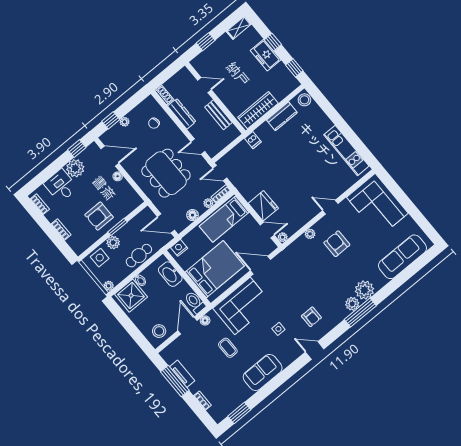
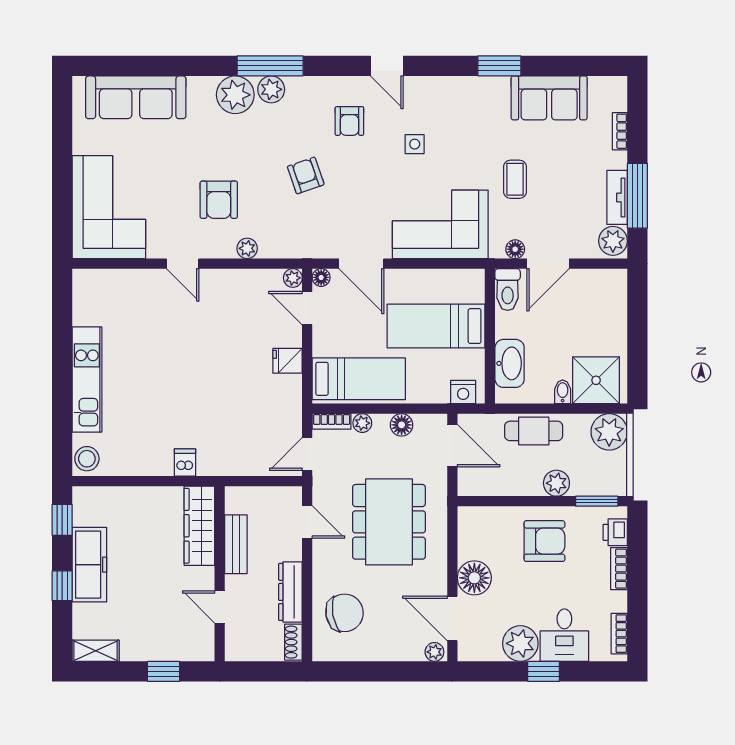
freezer: (266, 55) -> (89, 565), width x1.40
wardrobe: (258, 110) -> (199, 526), moved, turned 90
kitchen counter: (282, 116) -> (142, 462), removed
window: (111, 120) -> (406, 671), removed
plant: (124, 122) -> (434, 652), moved
chair: (154, 123) -> (345, 613), width x1.87, depth x1.87
dishwasher: (253, 140) -> (185, 463), moved
window: (77, 149) -> (543, 671), moved
kitchen unit: (346, 150) -> (87, 380), moved
door: (220, 173) -> (307, 454), swing flipped
floor lamp: (118, 176) -> (474, 578), width x1.89, depth x1.89
fridge: (263, 206) -> (288, 361), width x0.53, depth x0.75
window: (118, 227) -> (597, 501), moved
printer: (74, 242) -> (615, 532), added
floor lamp: (272, 247) -> (321, 277), added
side table: (100, 258) -> (596, 477), removed
bed: (215, 269) -> (436, 326), width x0.67
armchair: (311, 281) -> (306, 175), added
plant: (109, 286) -> (609, 432), width x1.87, depth x1.87
armchair: (311, 317) -> (349, 121), turned 180
stool: (159, 331) -> (598, 291), removed
plant: (170, 355) -> (613, 241), added
sofa: (263, 372) -> (549, 98), moved
window: (239, 413) -> (499, 66), moved

